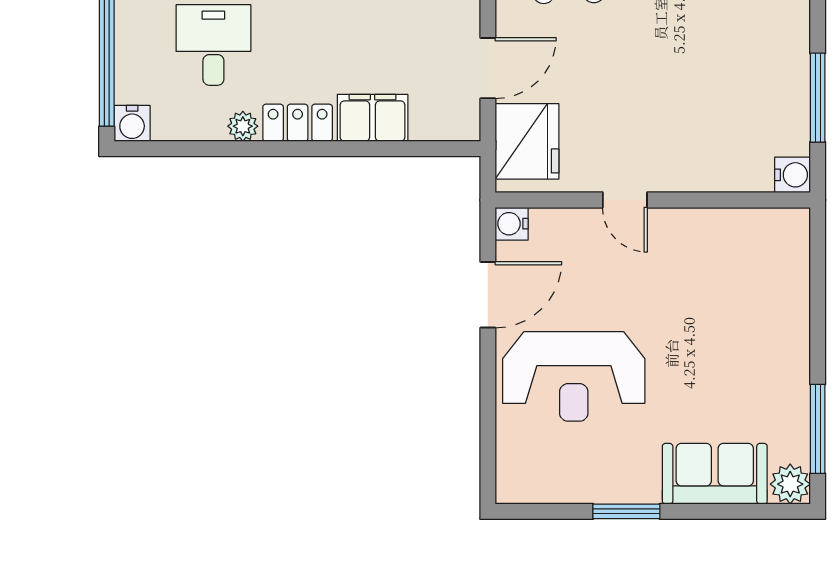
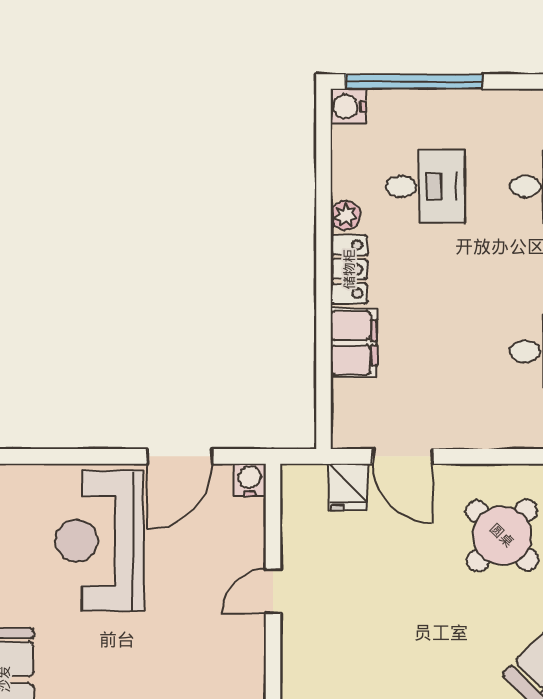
fridge: (527, 141) -> (348, 487), width x0.53, depth x0.75
door: (488, 295) -> (180, 456), hinge flipped

